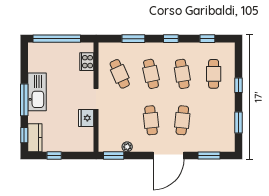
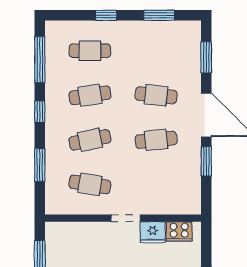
window: (207, 39) -> (40, 60), width x2.17
cooker: (87, 62) -> (179, 231), moved
cafe table: (120, 74) -> (90, 184), turned 33
plant: (127, 147) -> (194, 174), removed
window: (114, 156) -> (206, 161), moved

